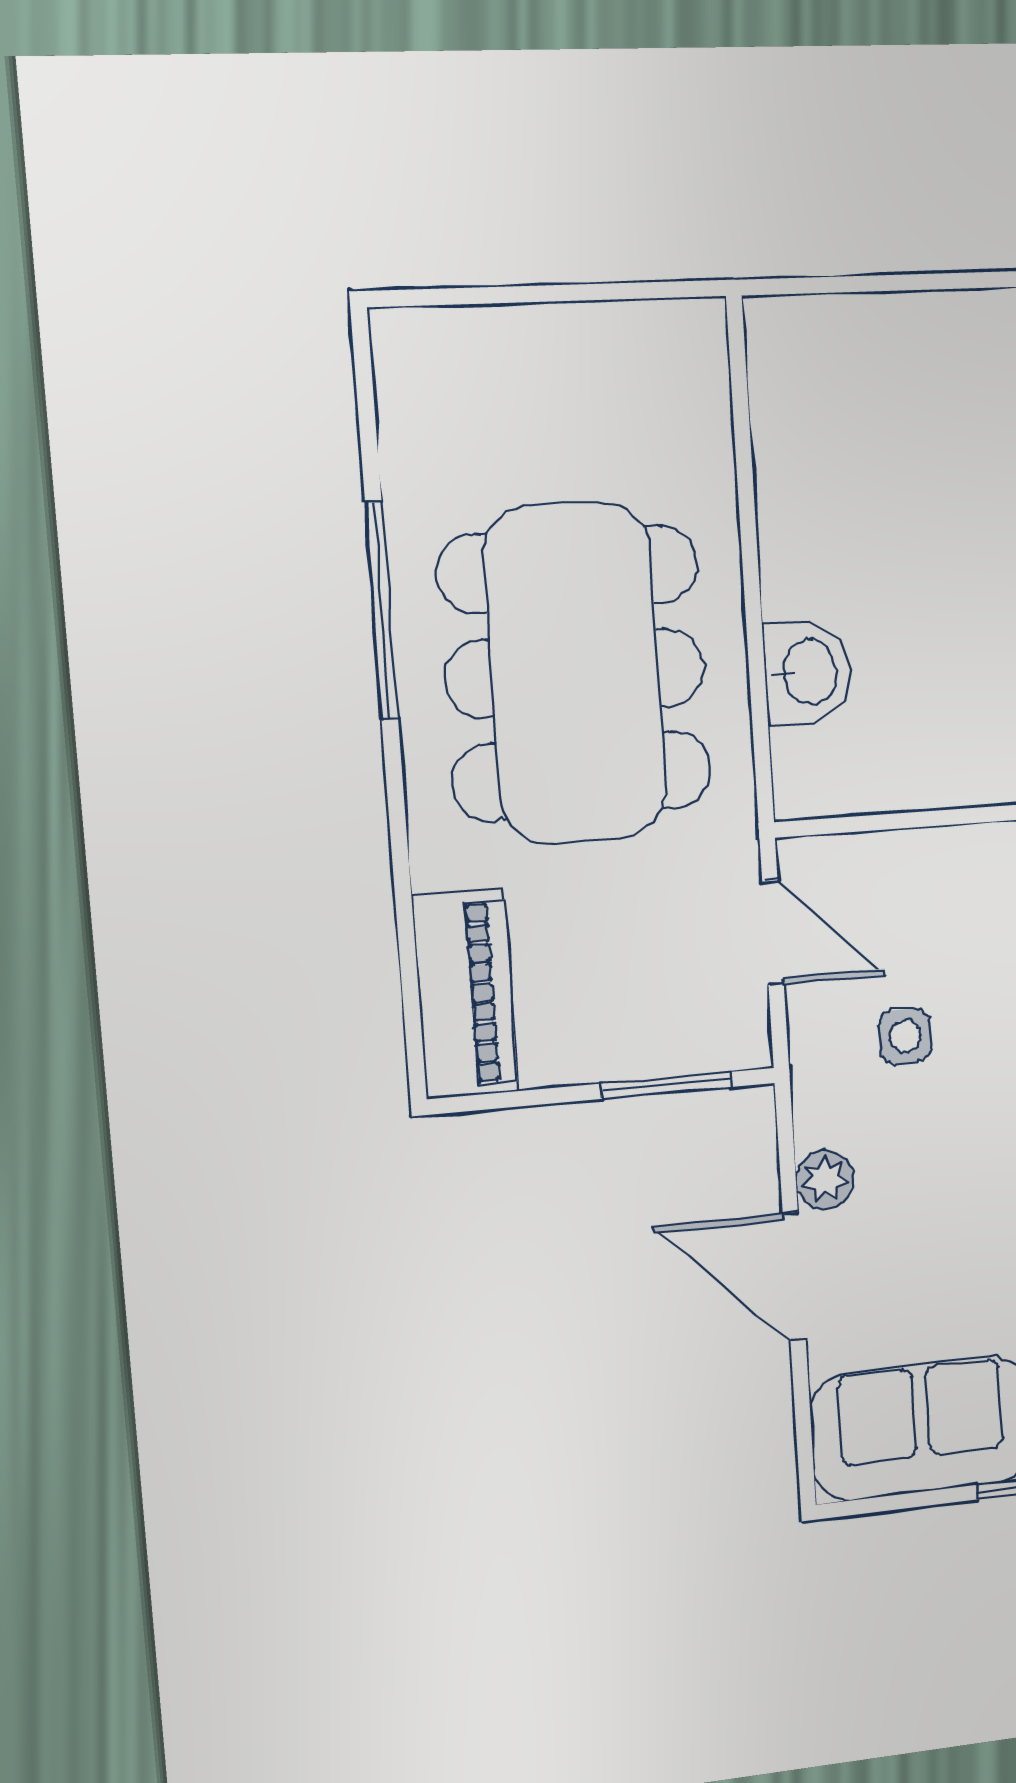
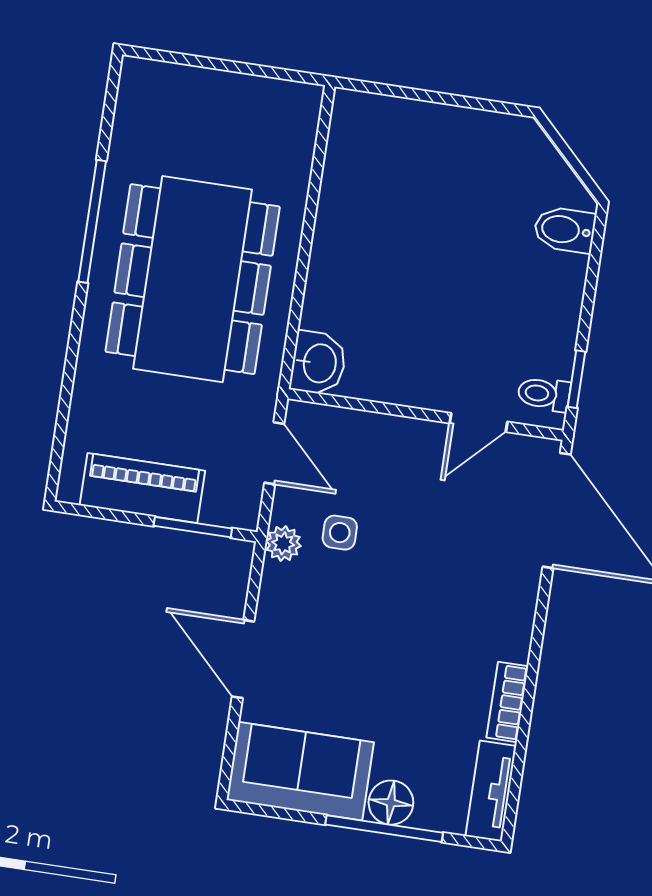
washbasin: (807, 672) -> (318, 363), moved
piano: (465, 994) -> (142, 488), moved, turned -90
plant: (825, 1180) -> (283, 543), moved

